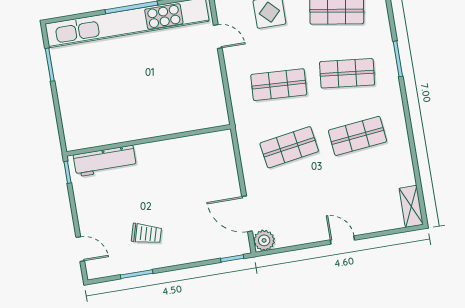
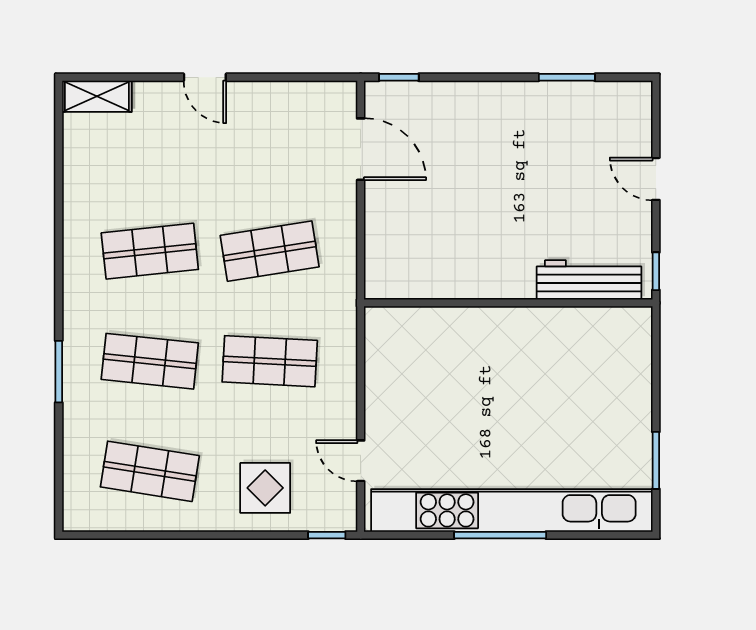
shelving: (411, 206) -> (97, 96), moved, turned 90
trolley: (146, 234) -> (538, 144), removed
plant: (264, 240) -> (339, 99), removed
door: (80, 249) -> (656, 179), moved

